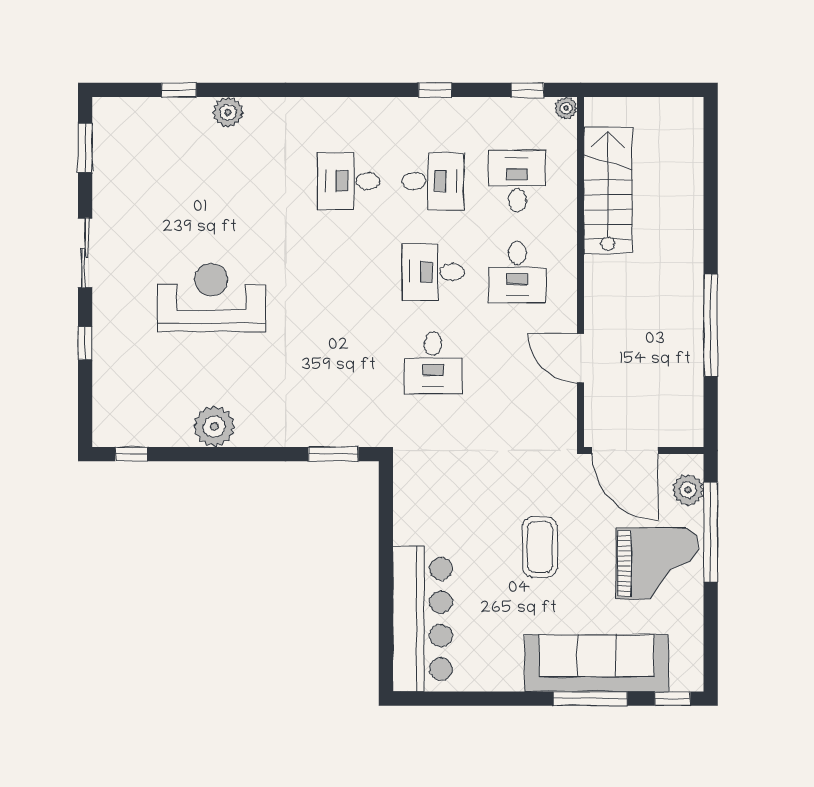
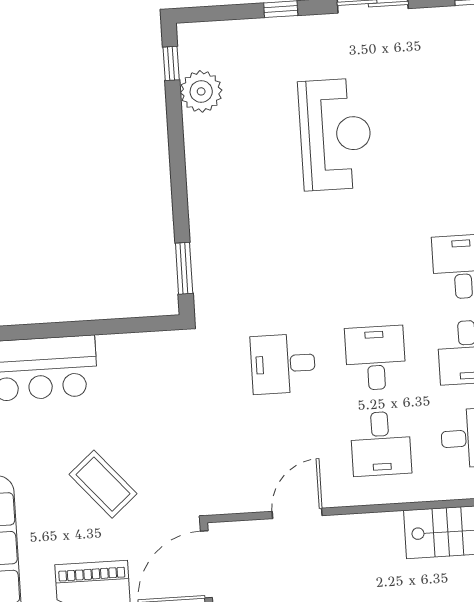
desk: (517, 272) -> (381, 444), turned -90
plant: (214, 426) -> (201, 91), moved
coffee table: (540, 547) -> (103, 484), turned 49

